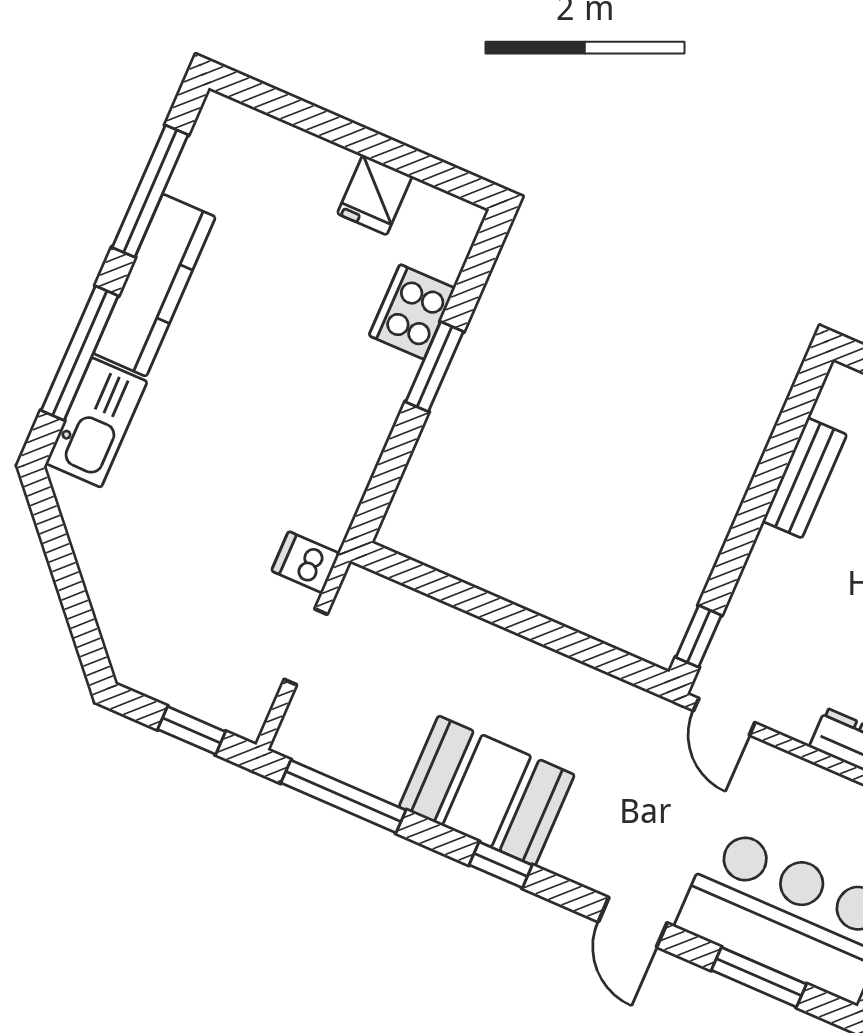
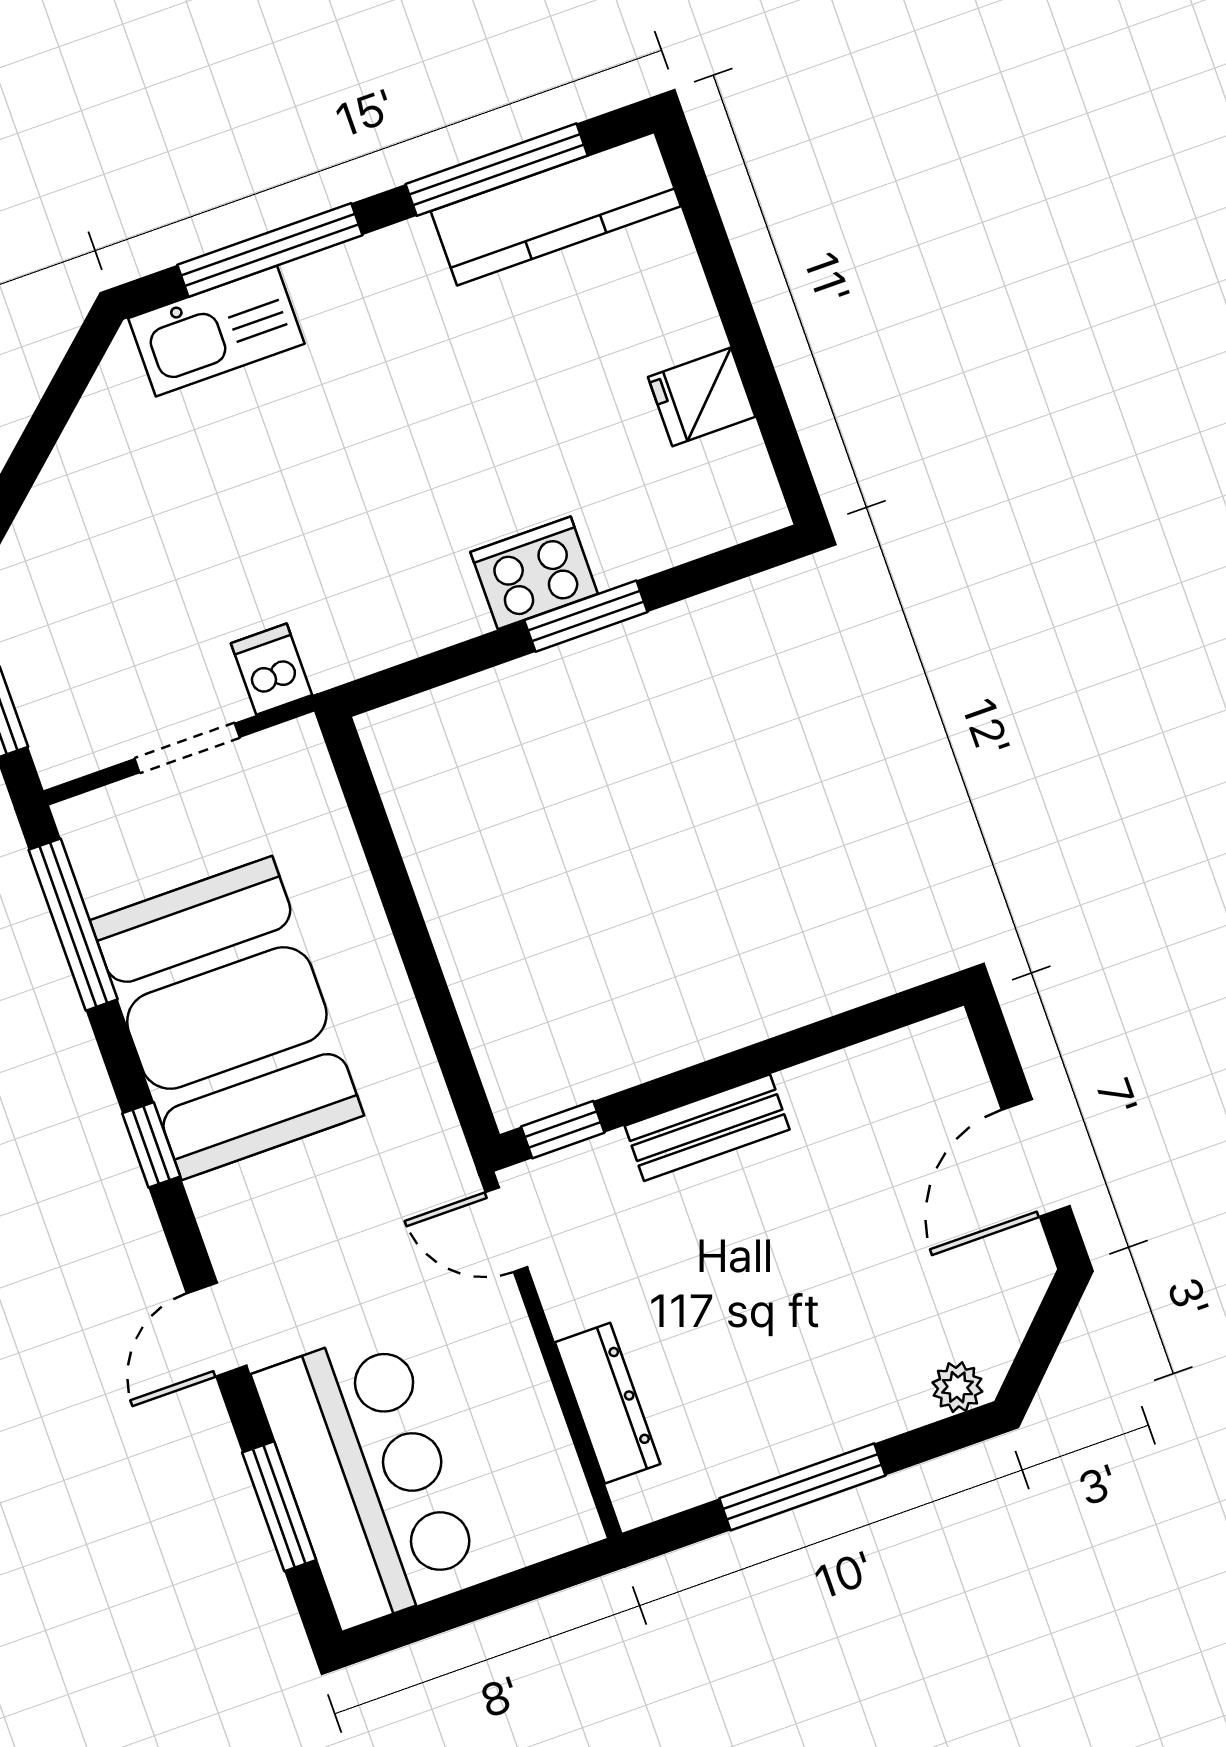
kitchen counter: (154, 285) -> (556, 209), moved
cooker: (412, 312) -> (534, 573), moved
bench: (805, 478) -> (707, 1128), moved
door: (724, 717) -> (506, 1230), hinge flipped
booth: (487, 791) -> (227, 1018), width x1.36, depth x1.42

